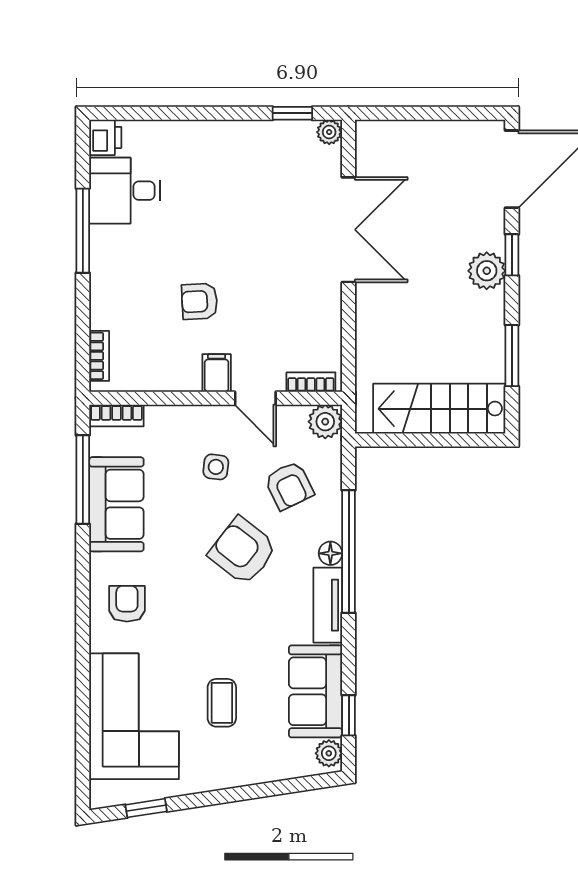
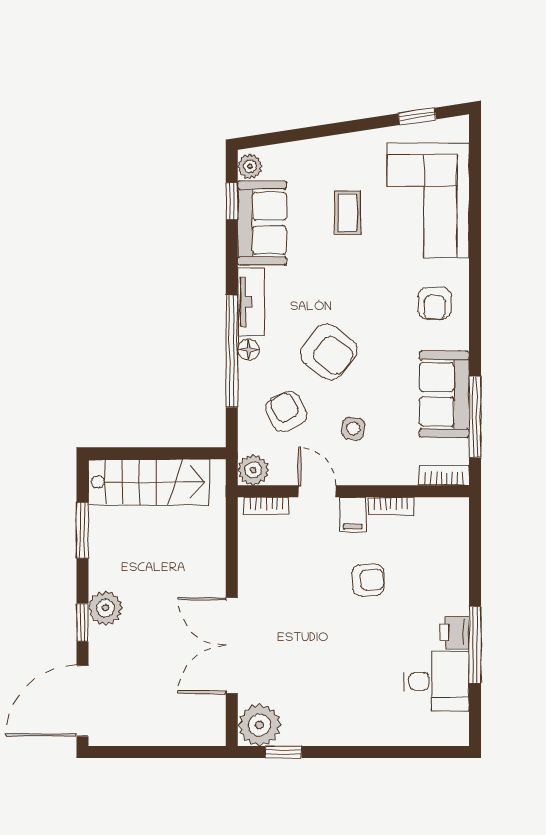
plant: (329, 132) -> (259, 725), width x1.88, depth x1.88
printer: (105, 137) -> (454, 633), moved
bookcase: (99, 356) -> (391, 506), moved, turned -90

